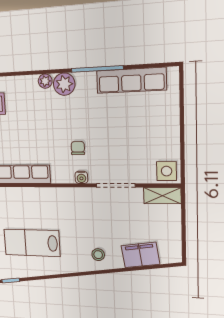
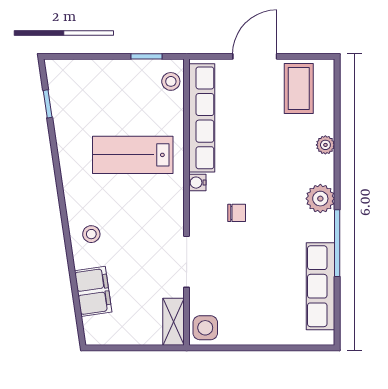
plant: (45, 81) -> (325, 145), moved
water cooler: (81, 177) -> (197, 183), moved
lab bench: (32, 243) -> (133, 155), moved, turned -90

